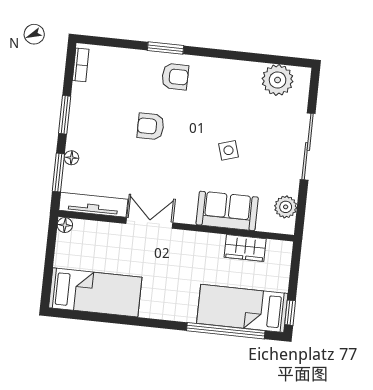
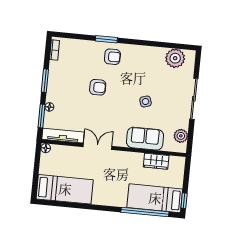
armchair: (151, 126) -> (98, 87), turned 180

